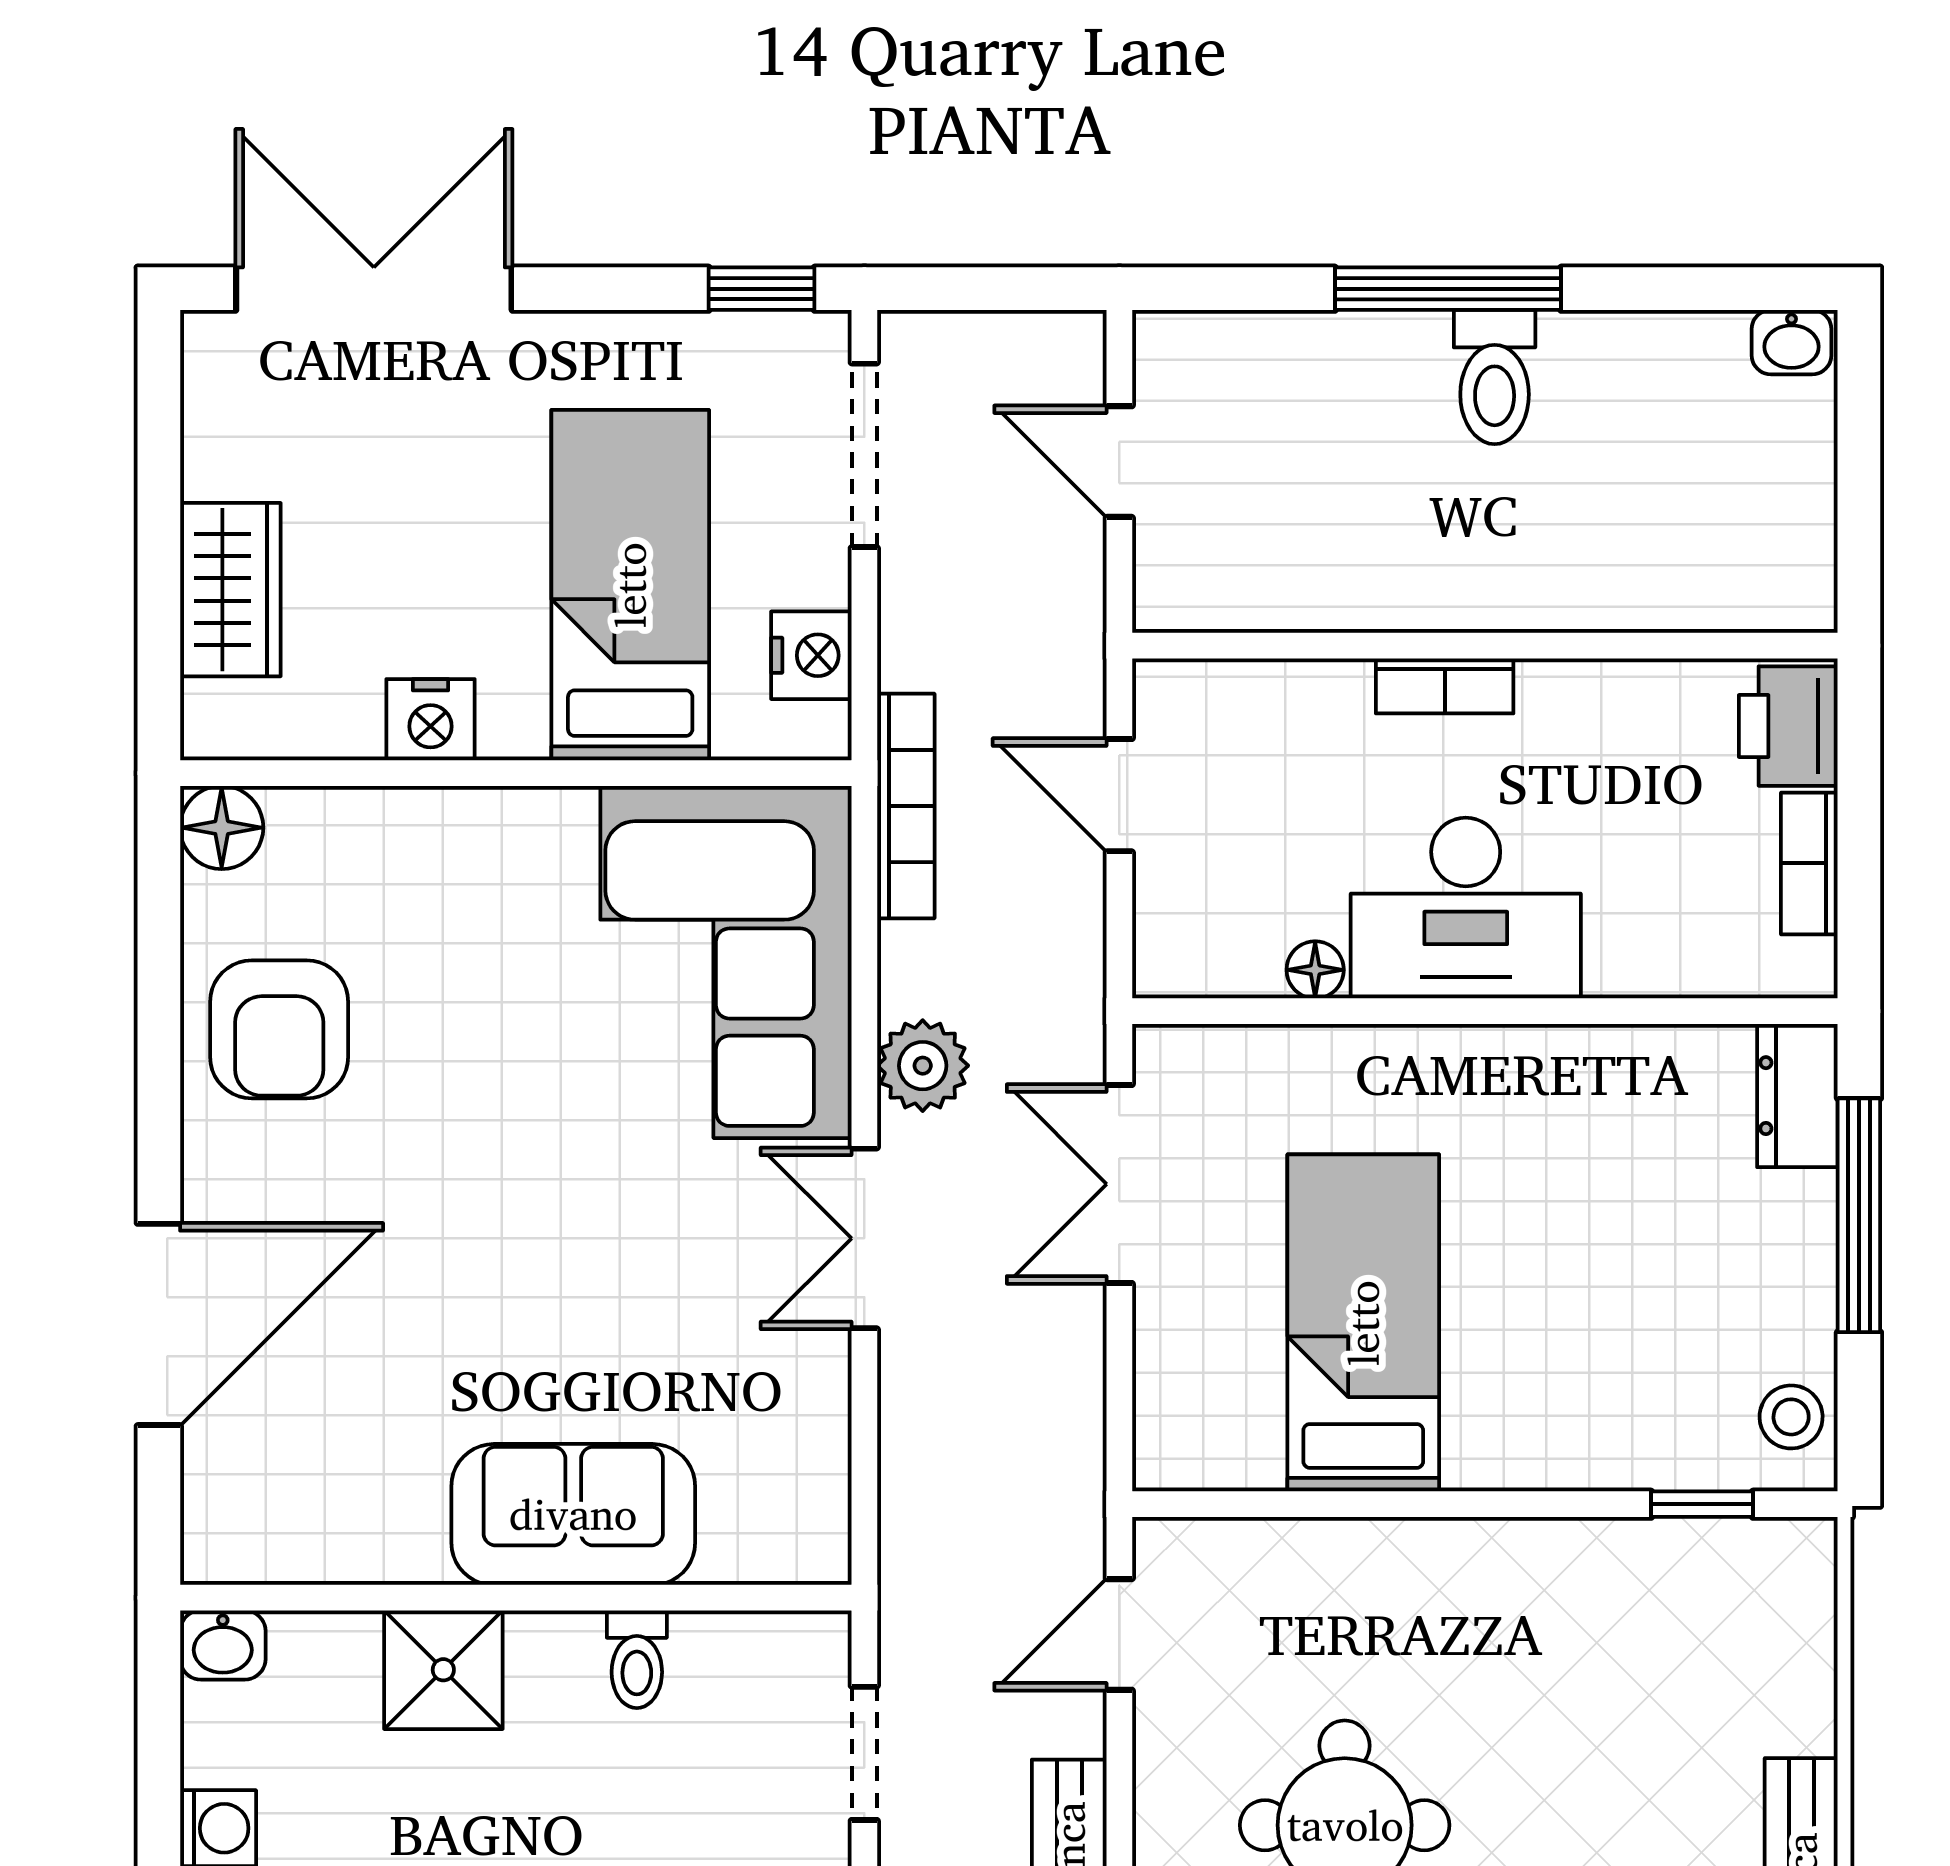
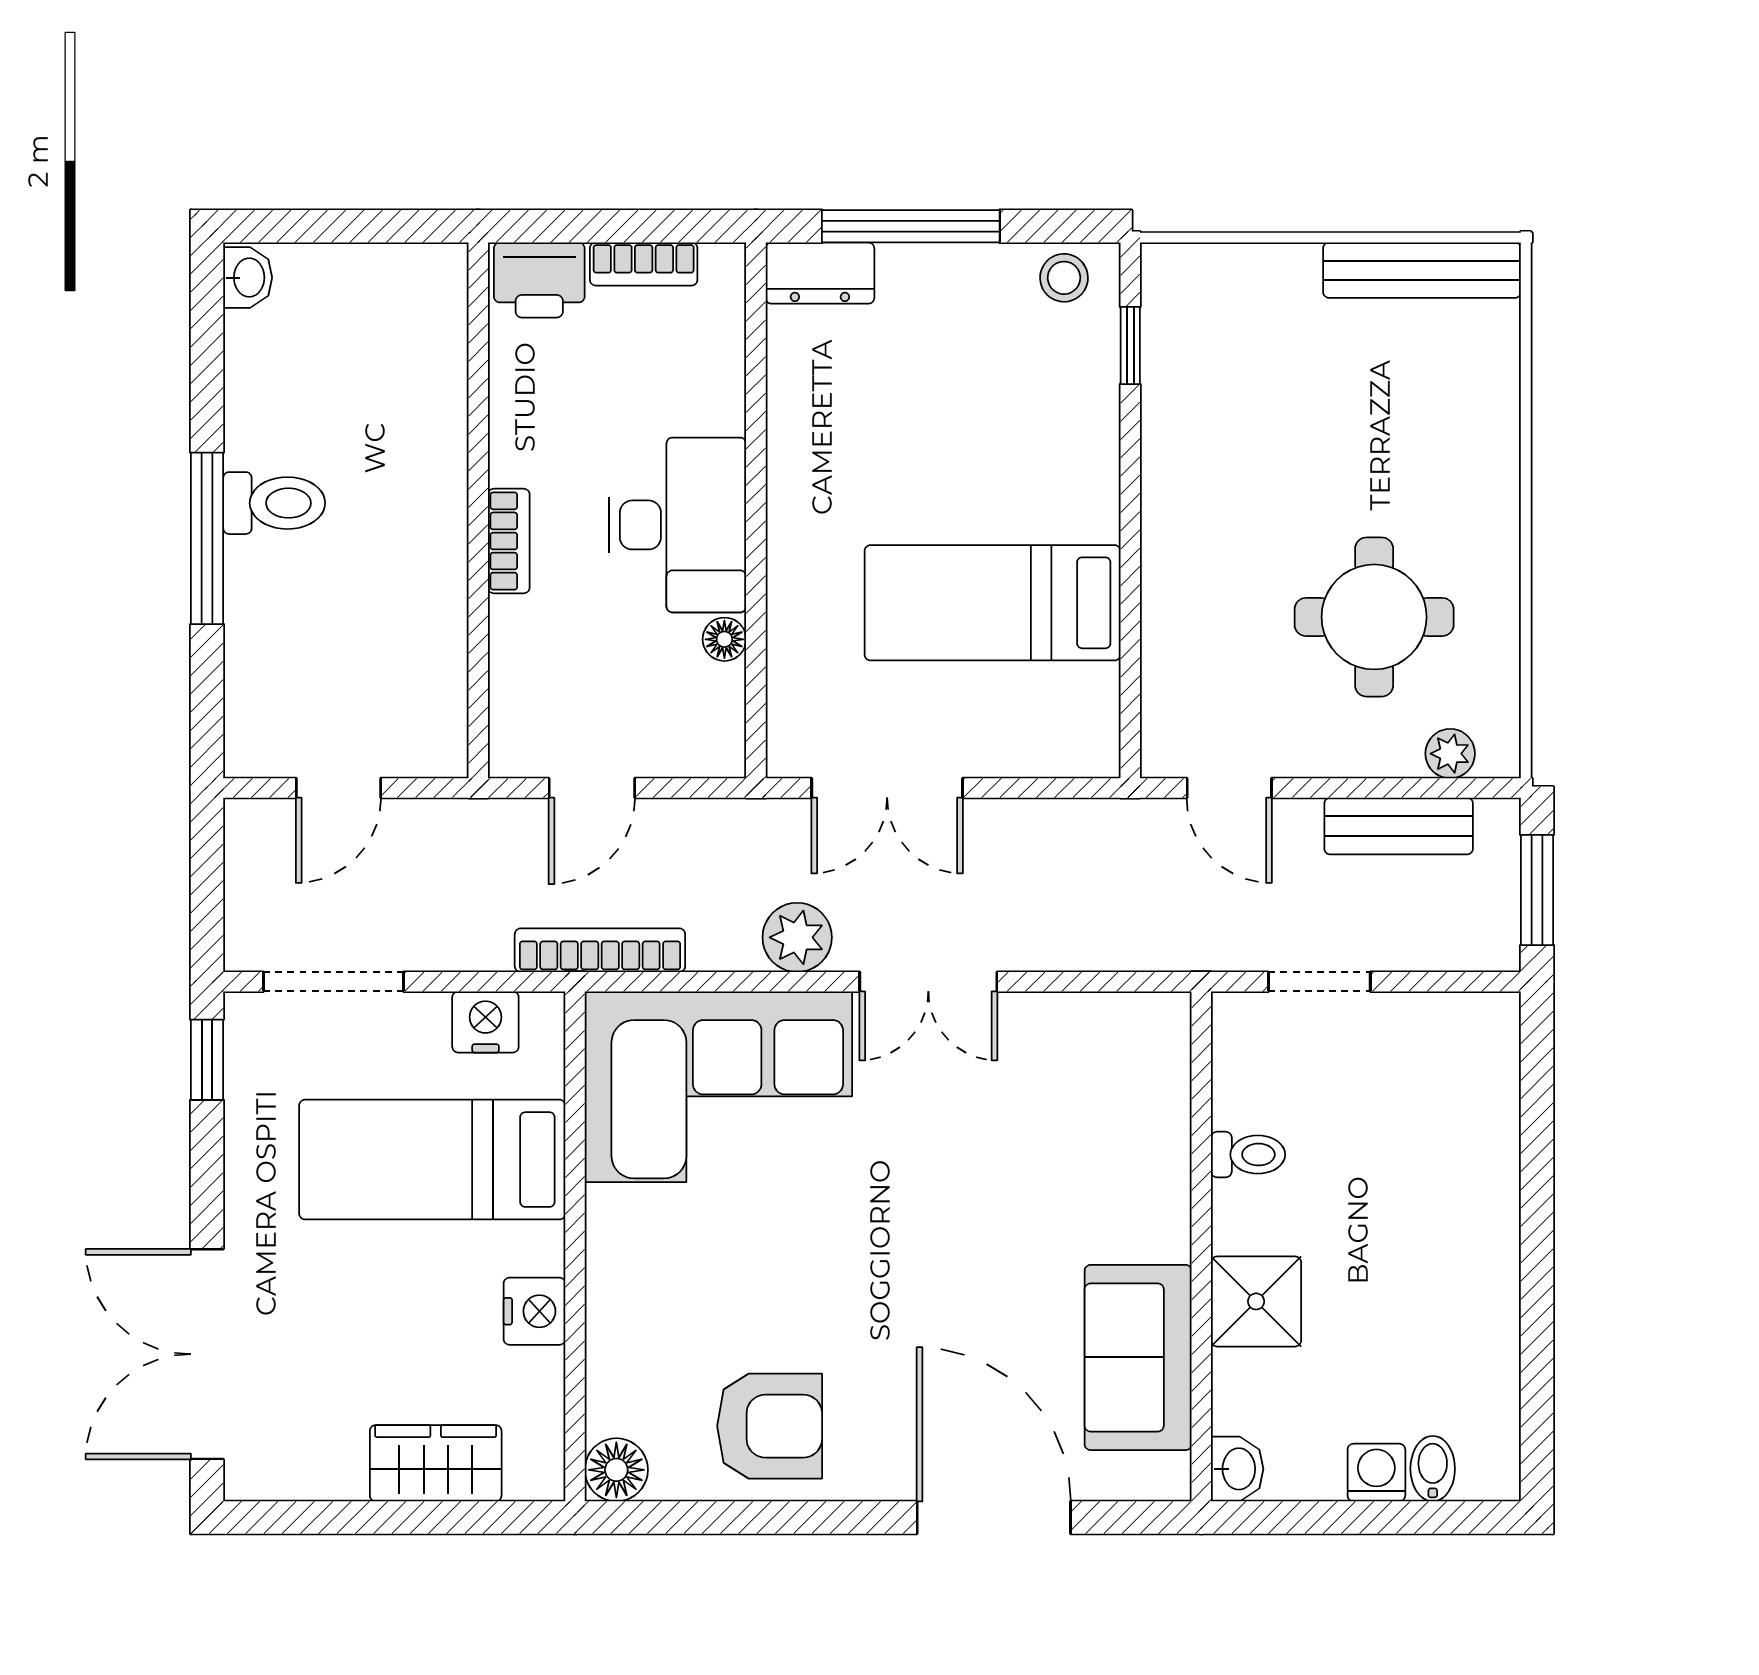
sofa: (573, 1514) -> (1138, 1357), moved

